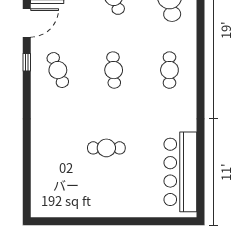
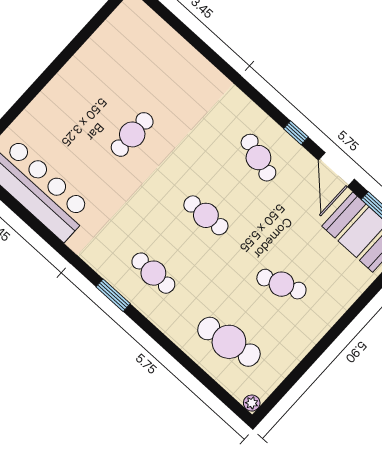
cafe table: (58, 70) -> (258, 158), turned 39
window: (201, 81) -> (113, 295), added

